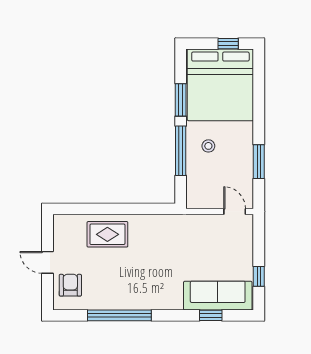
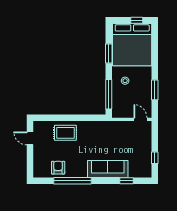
window: (181, 151) -> (109, 94), moved
door: (47, 262) -> (30, 138), moved
armchair: (70, 285) -> (58, 168), moved
sofa: (218, 296) -> (108, 169), moved

